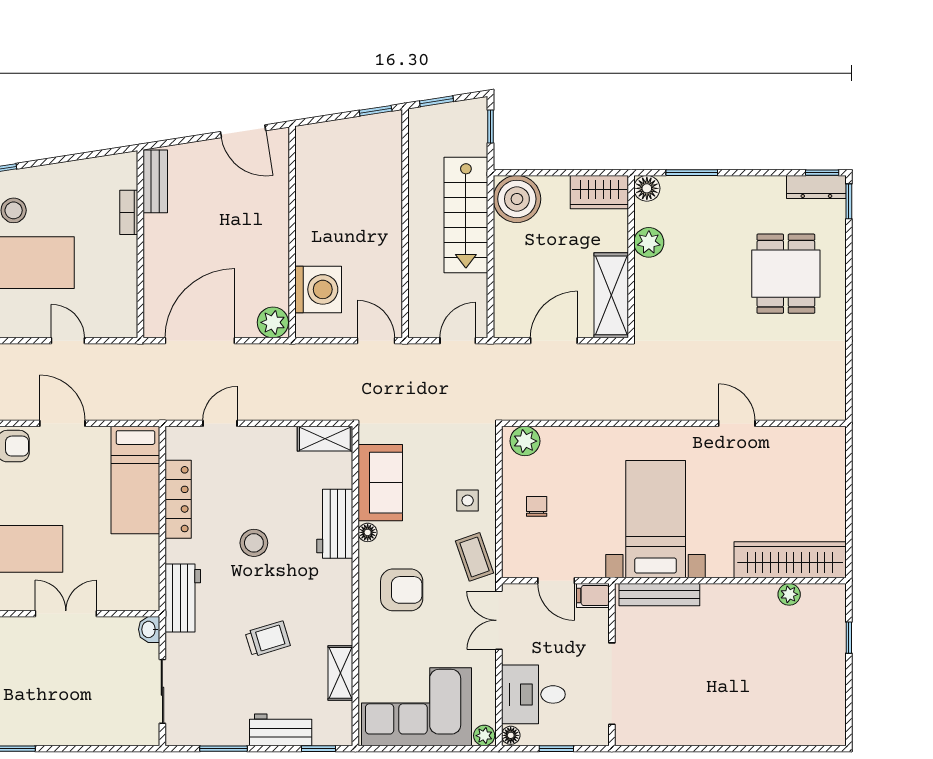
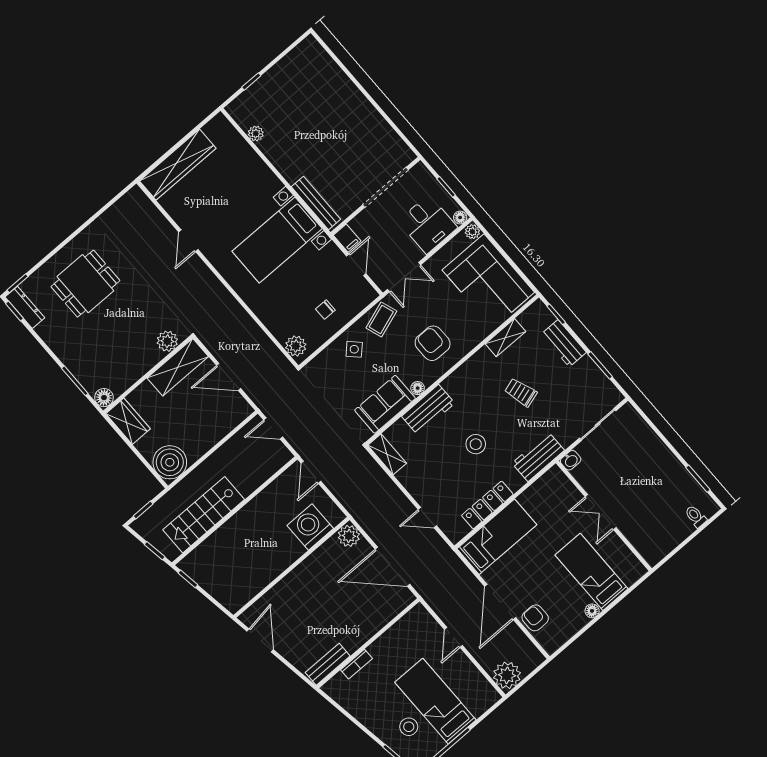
stairs: (466, 215) -> (204, 515), moved, turned 180
plant: (649, 242) -> (167, 341), moved
door: (62, 423) -> (500, 602), width x1.36
side table: (468, 501) -> (354, 349), turned 45
wardrobe: (790, 560) -> (178, 165), moved, turned -90

